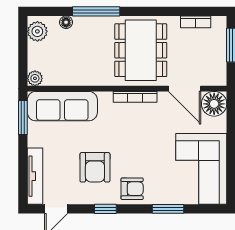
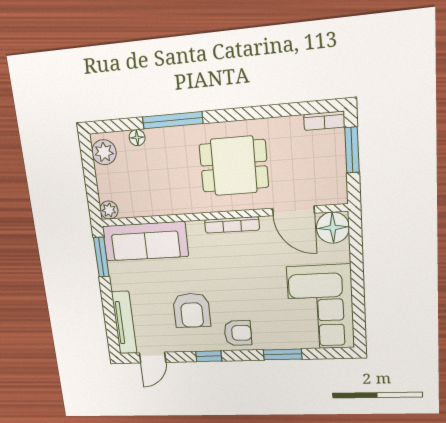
bookcase: (196, 22) -> (324, 121), moved
dining table: (141, 50) -> (234, 166), width x0.73

